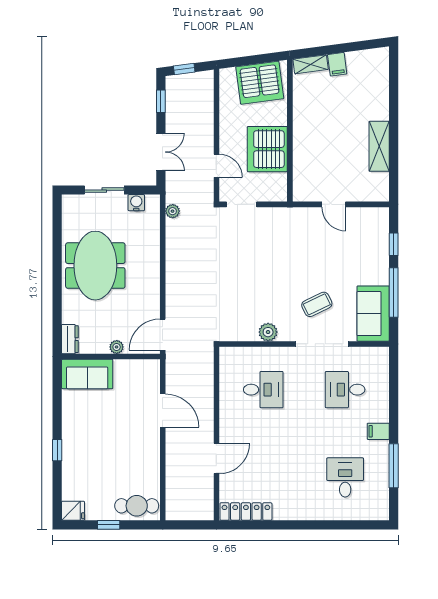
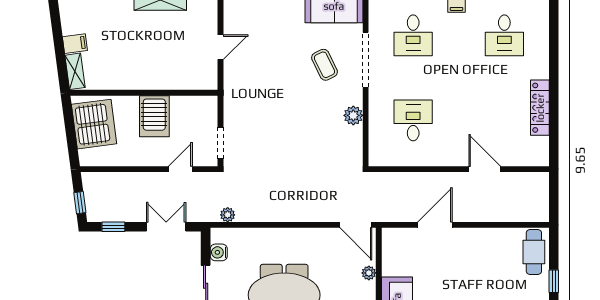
server rack: (267, 149) -> (154, 116), width x0.62
desk: (345, 477) -> (504, 35), turned -90
locker: (246, 511) -> (540, 108), moved

